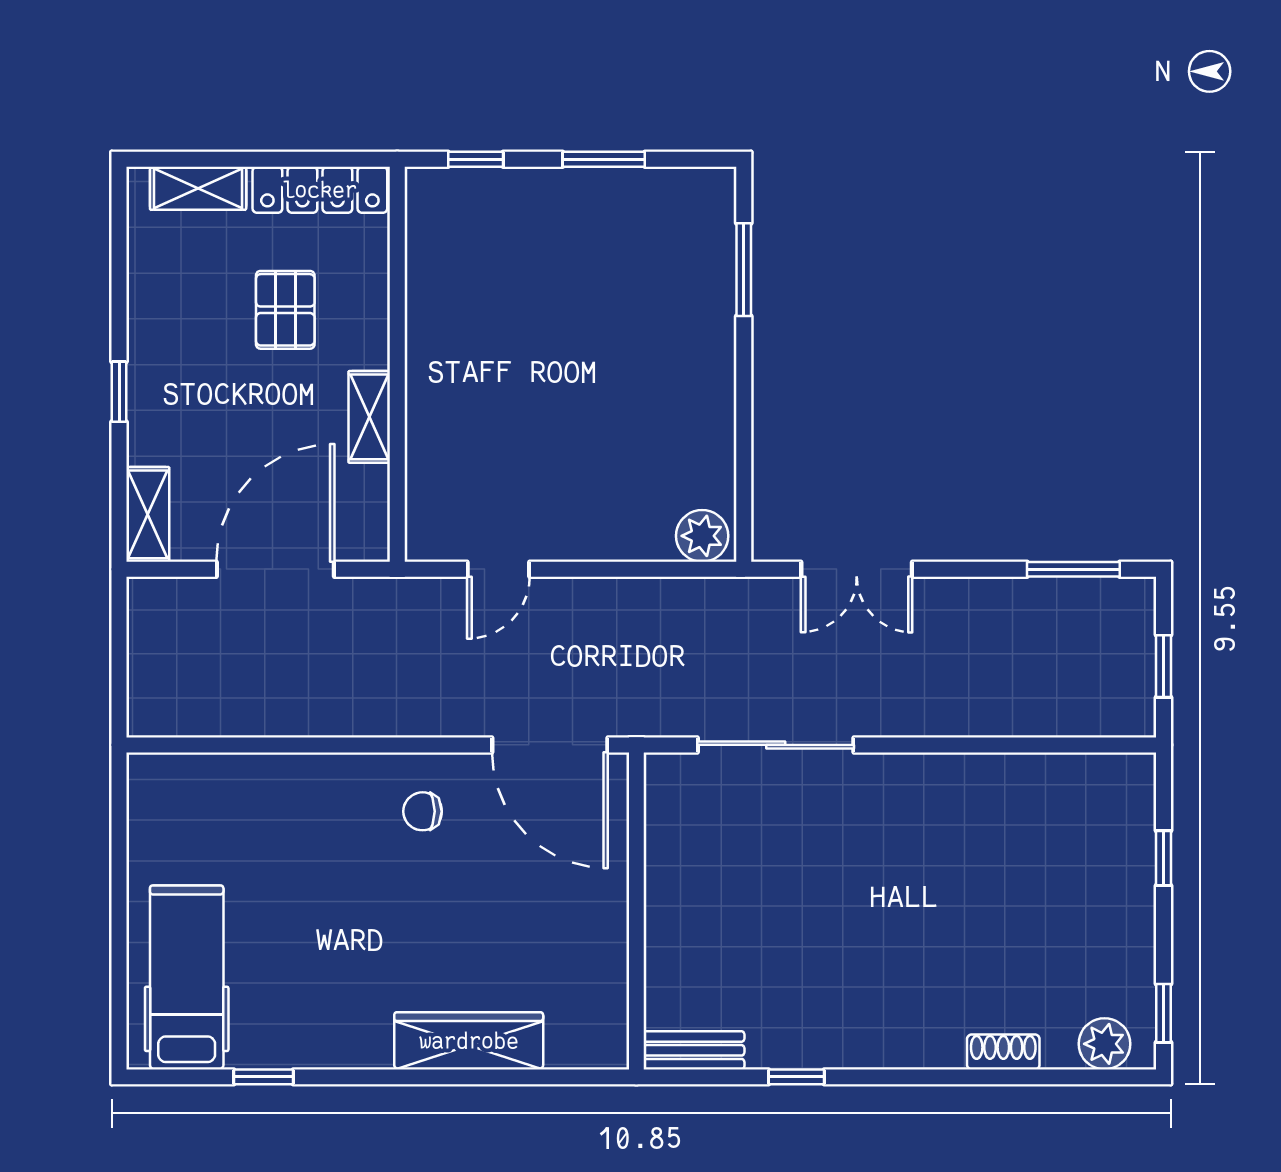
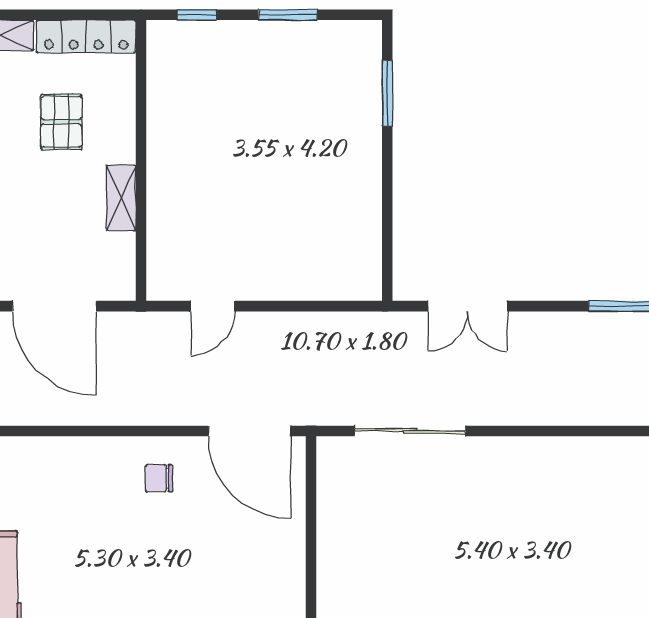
plant: (702, 536) -> (358, 282), removed
door: (275, 569) -> (54, 306), swing flipped

